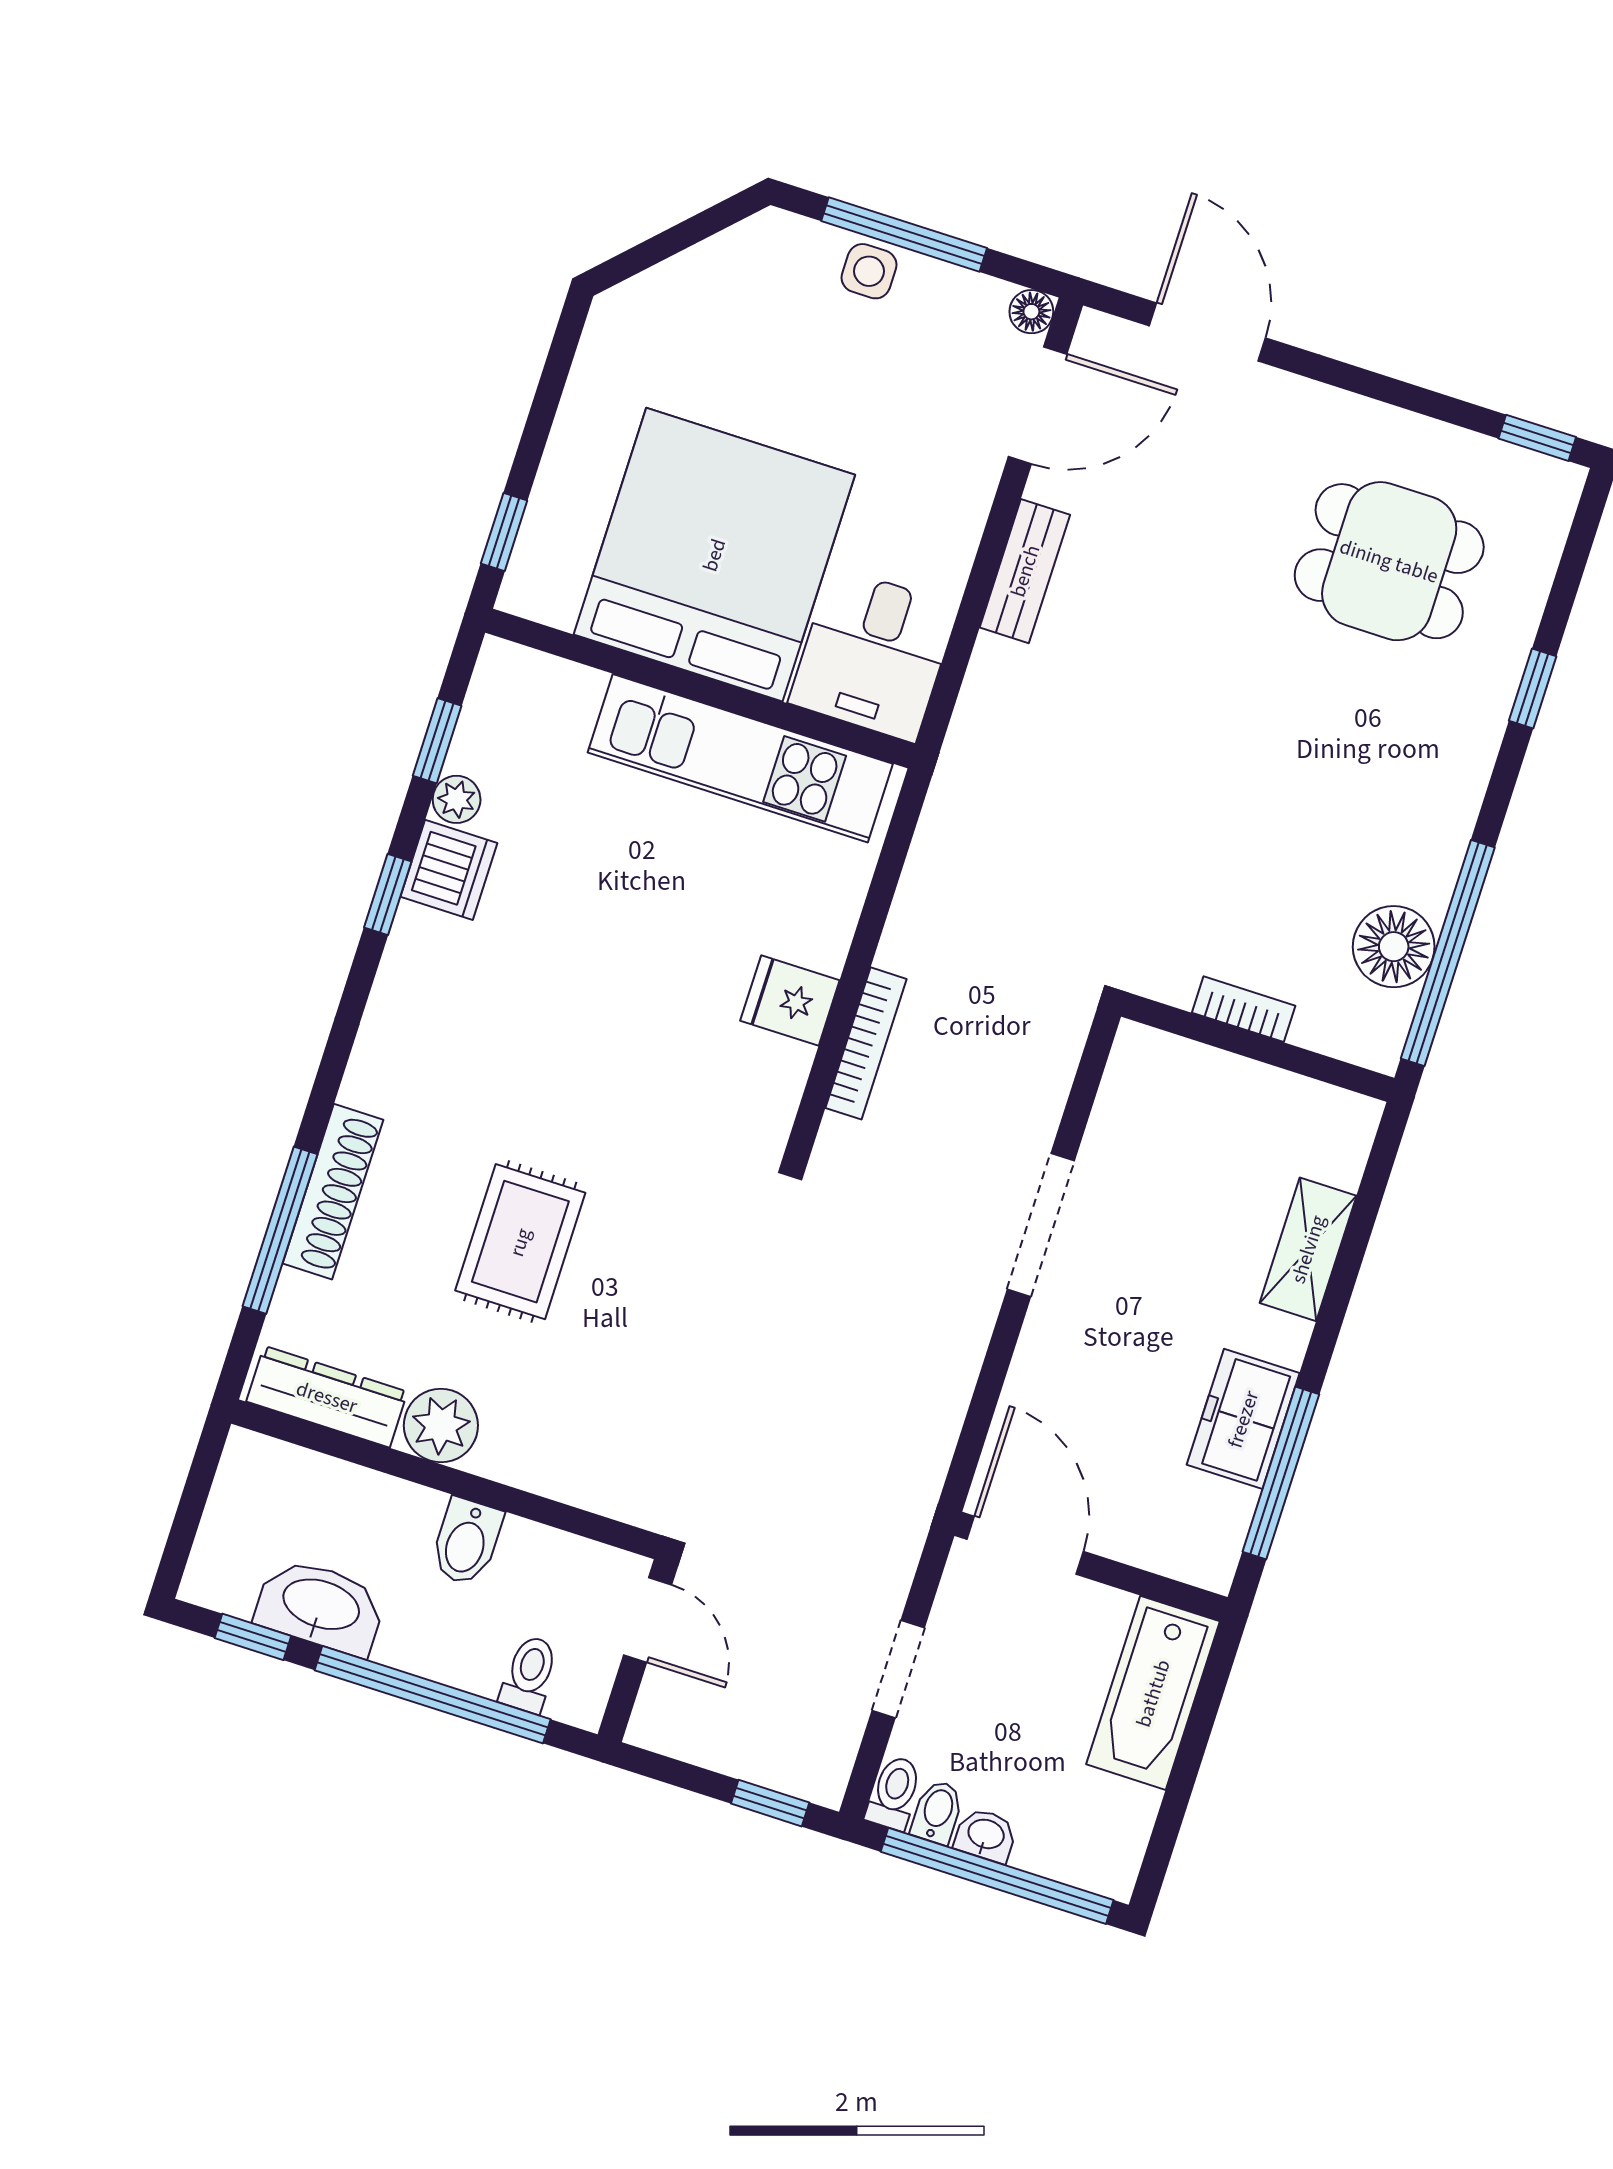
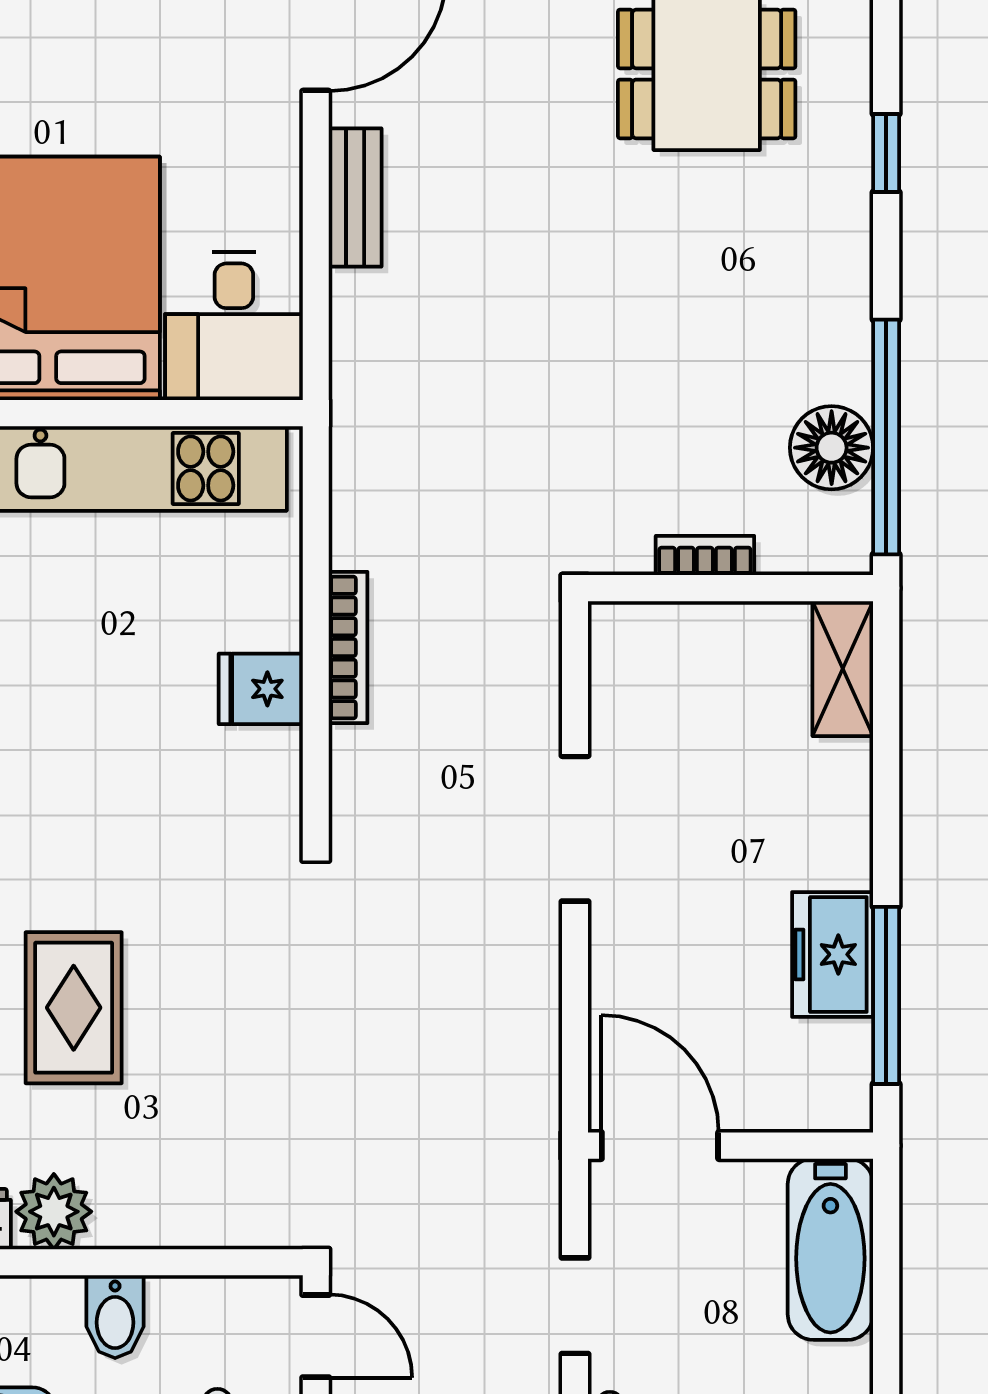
bookcase: (866, 1043) -> (348, 648), moved
shelving: (1308, 1249) -> (843, 669), moved

